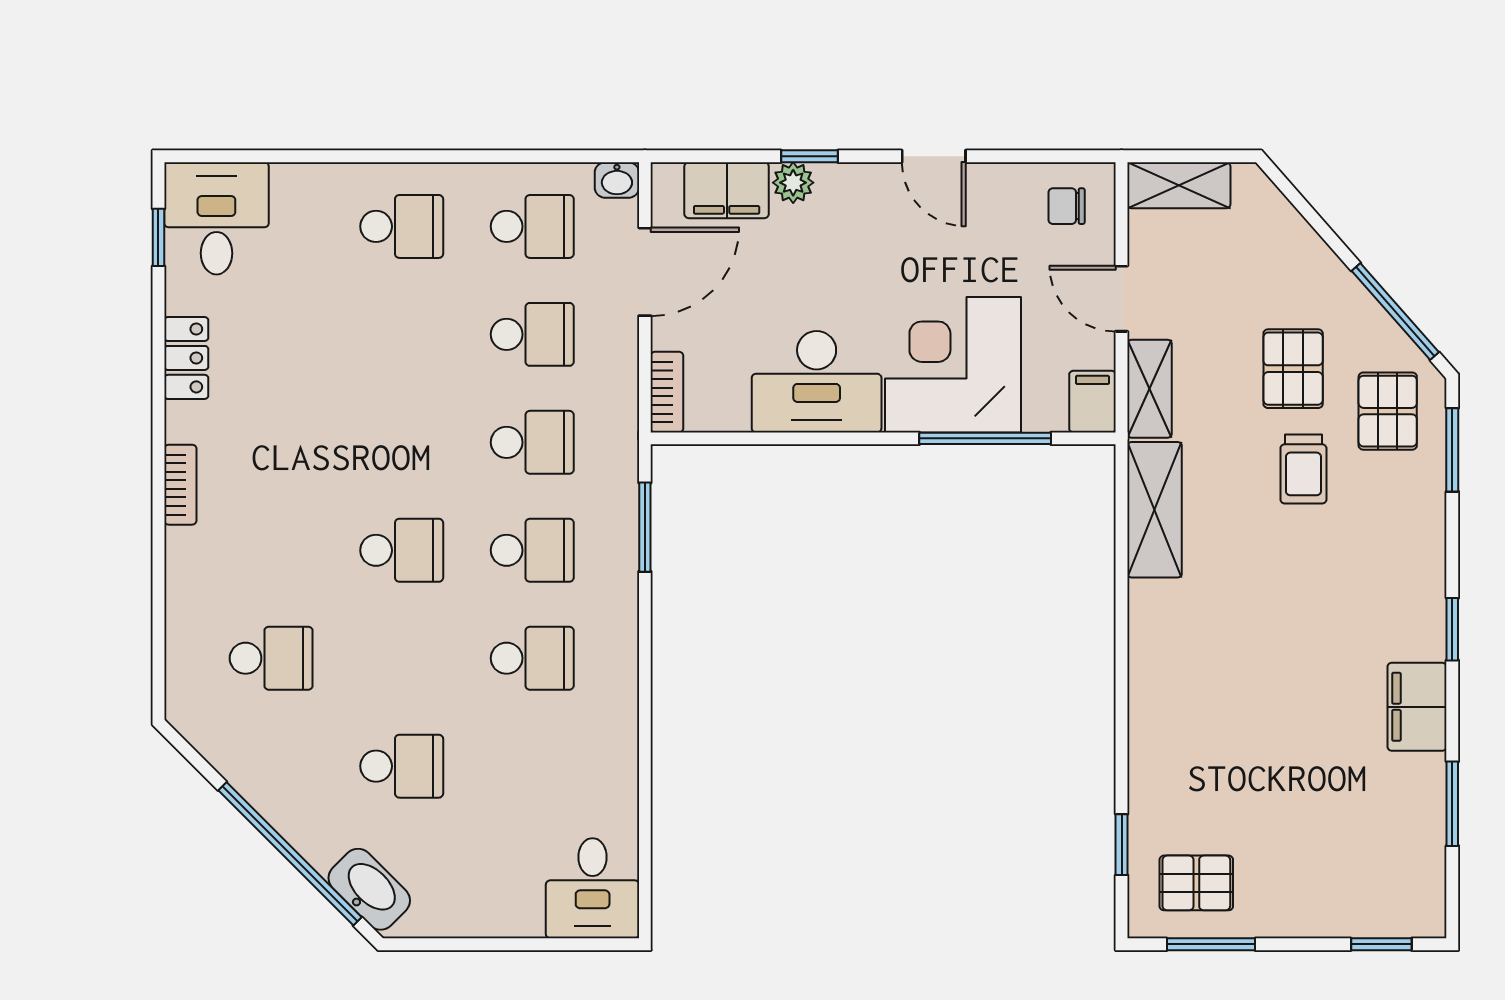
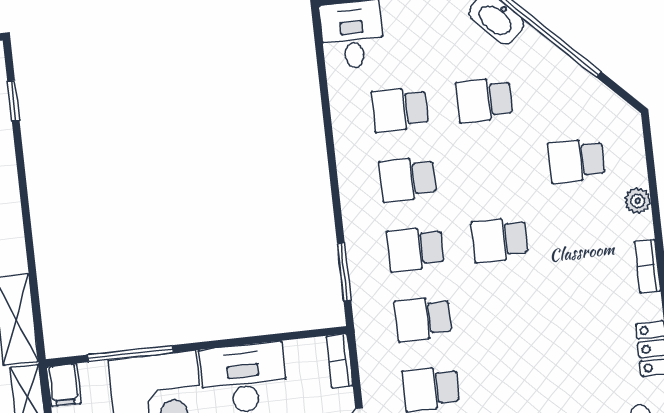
plant: (184, 586) -> (638, 201), added
school desk: (532, 766) -> (400, 109), added

